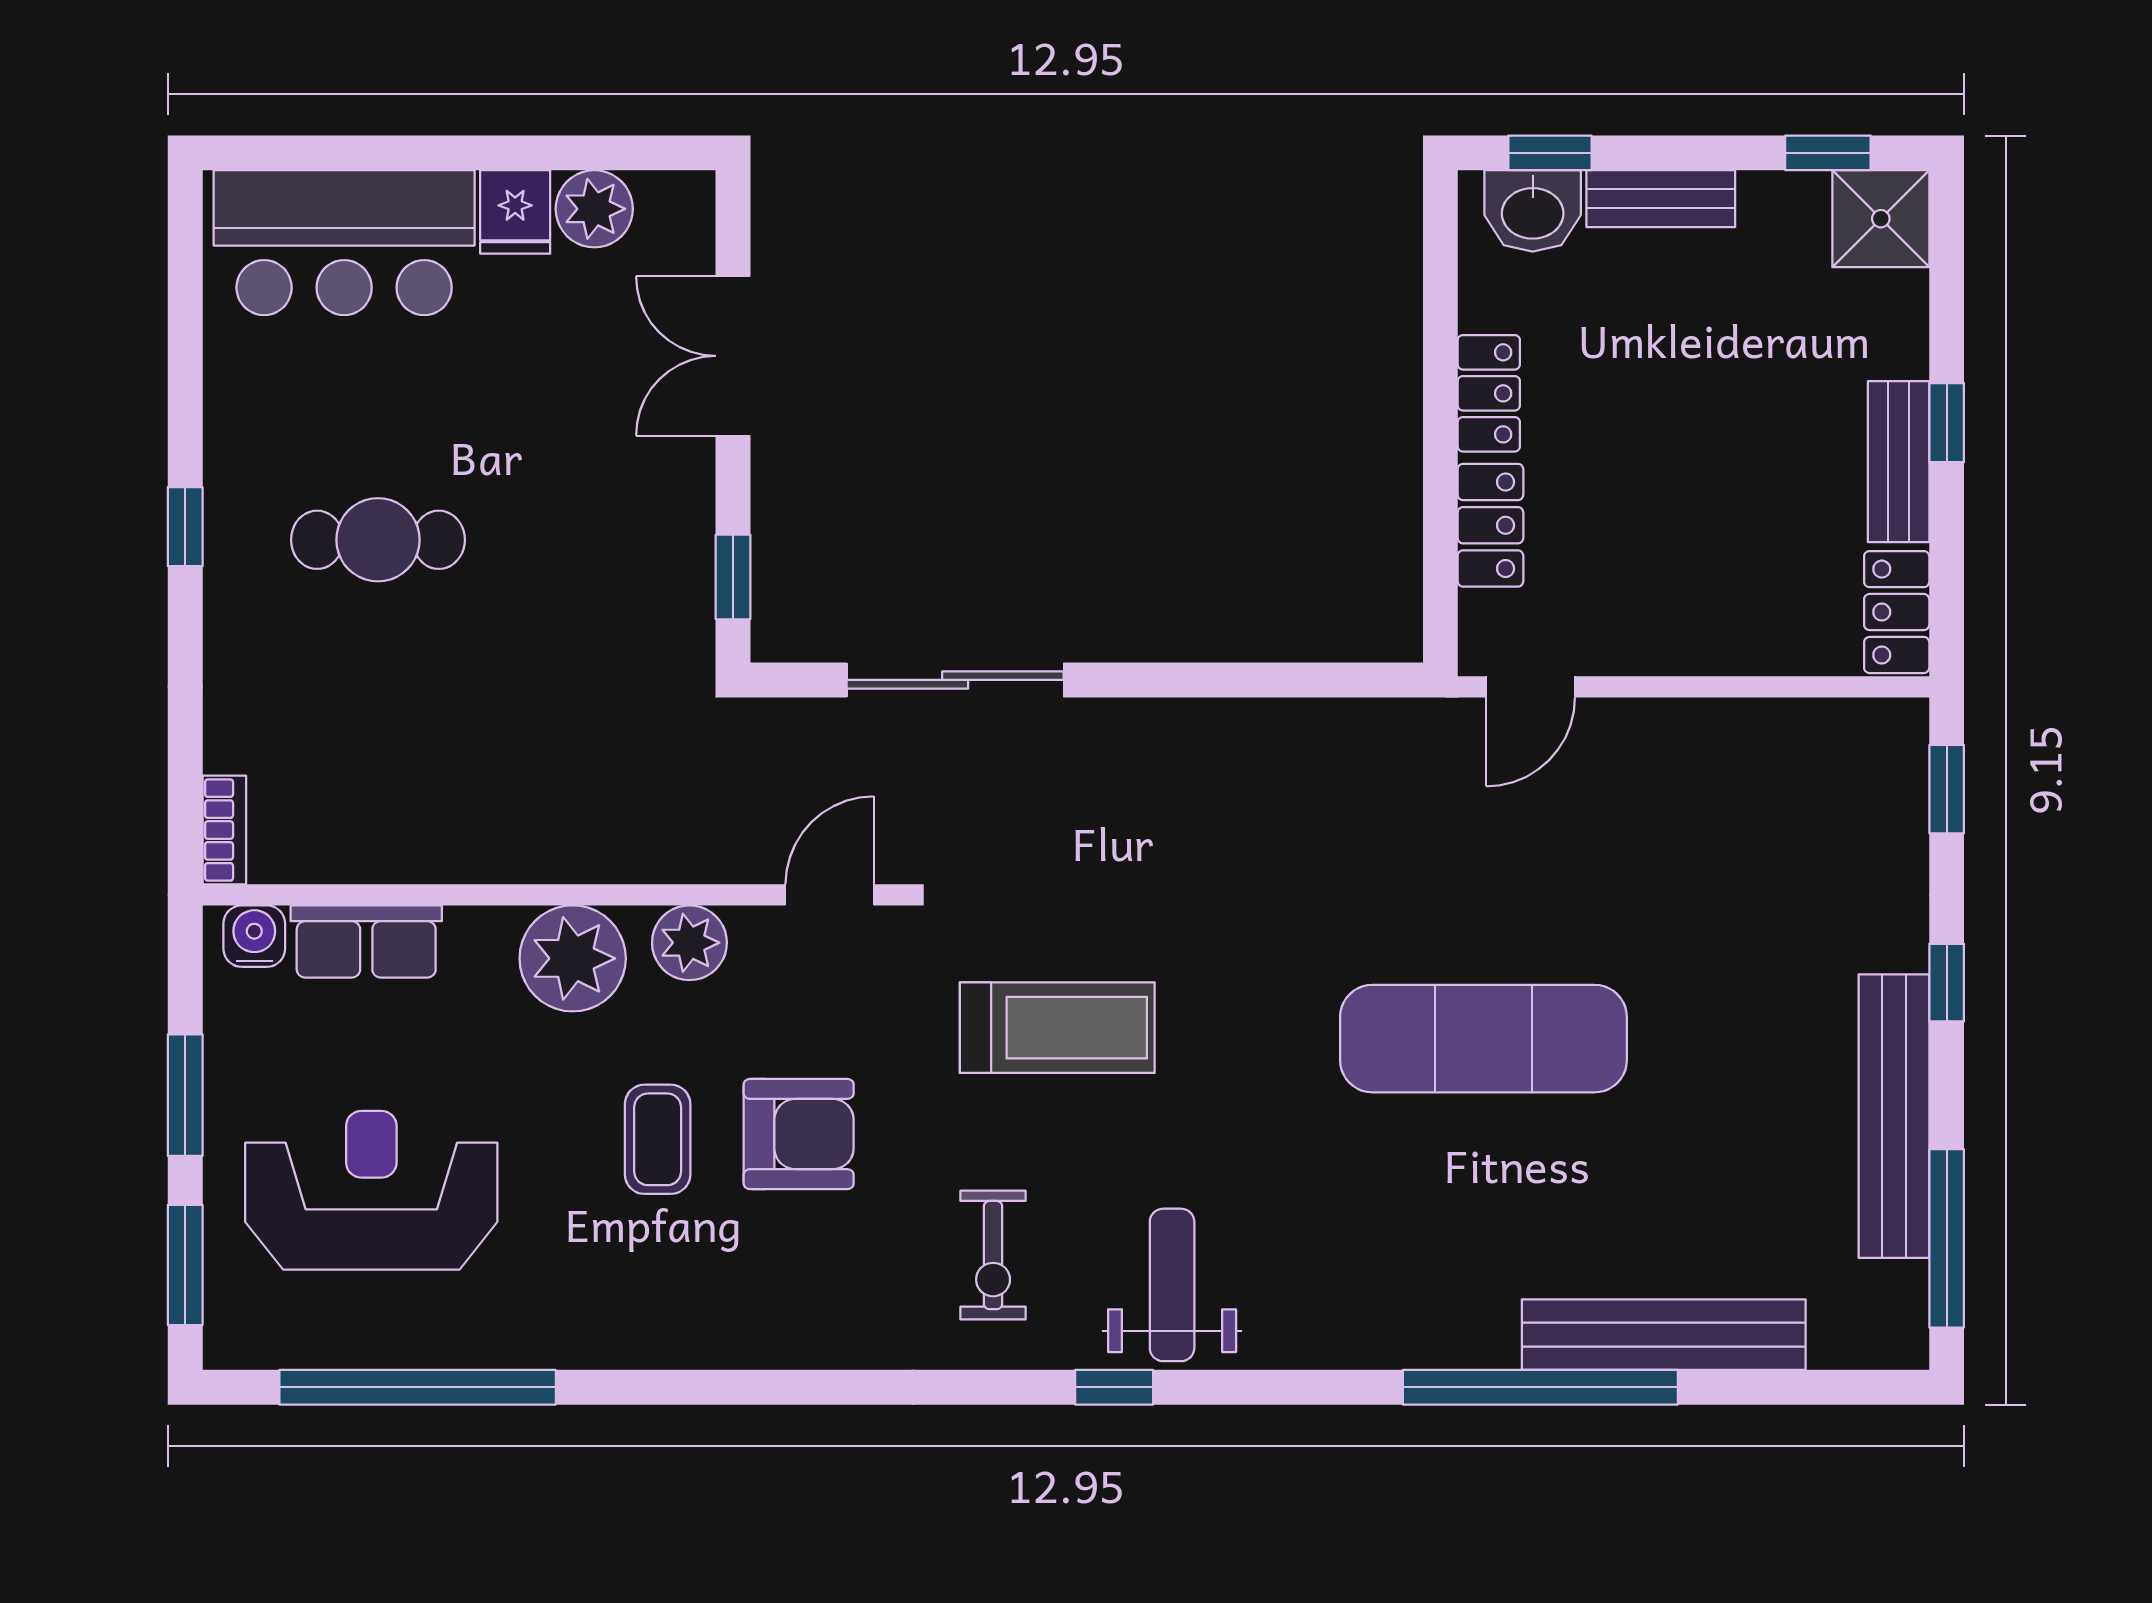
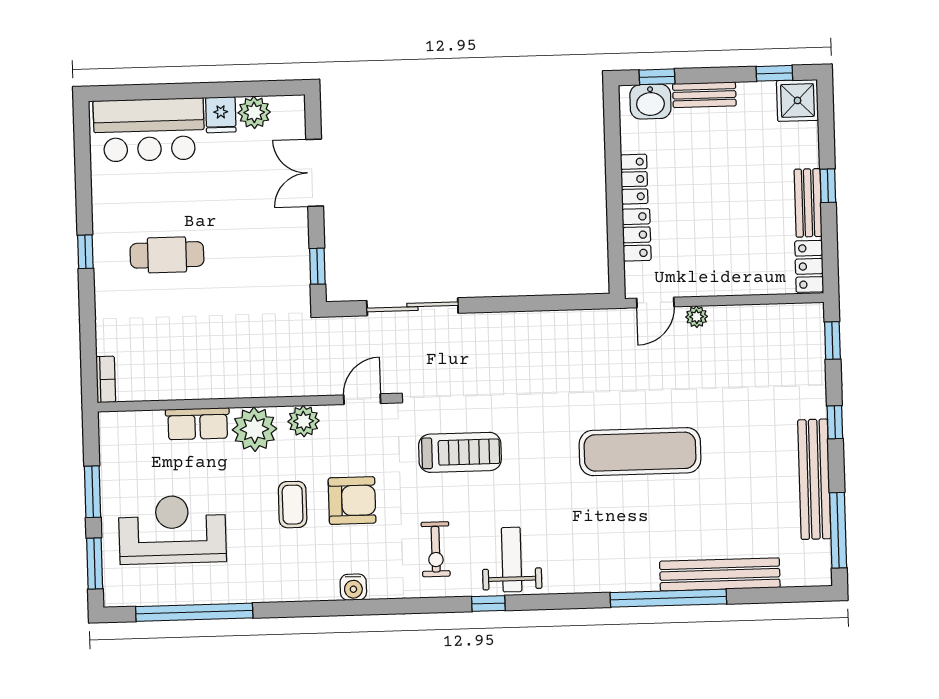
plant: (1627, 723) -> (697, 317), added
water cooler: (254, 936) -> (353, 587), moved, turned 180
row of seats: (366, 941) -> (198, 424), moved

